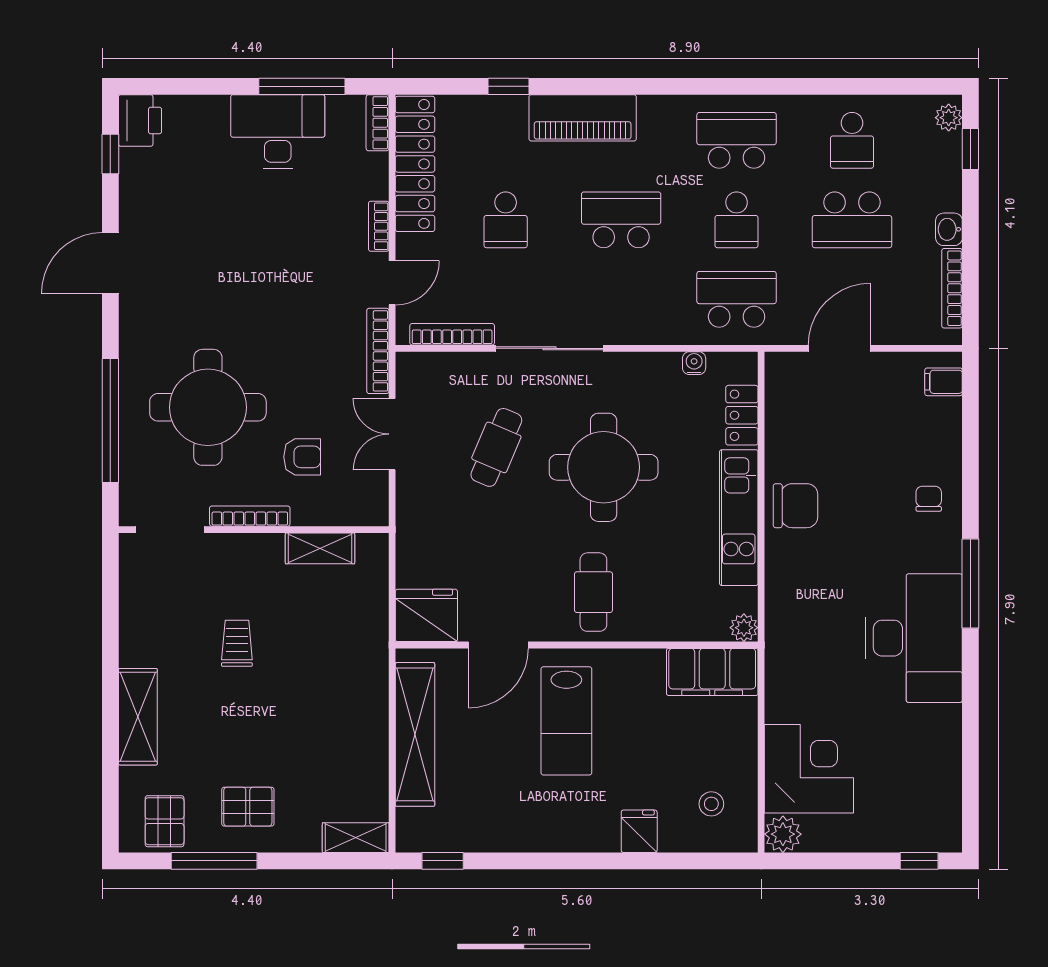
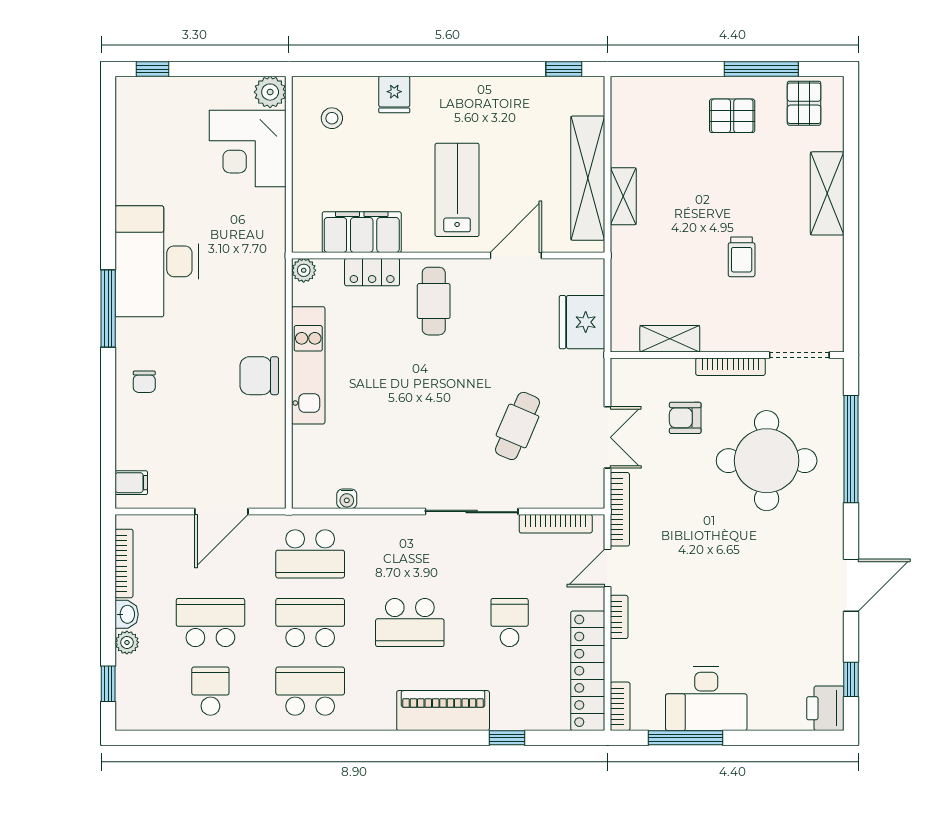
plant: (949, 118) -> (127, 642), moved
school desk: (737, 140) -> (310, 691), turned 180
school desk: (737, 220) -> (310, 623), width x1.85
locker: (742, 415) -> (372, 272), moved, turned 90
round table: (604, 467) -> (425, 409), removed
fridge: (426, 615) -> (582, 322), moved, turned 90
filing cabinet: (712, 672) -> (362, 232), moved
shelving: (356, 838) -> (623, 196), moved, turned 90

